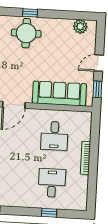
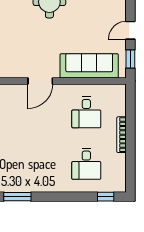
desk: (52, 183) -> (86, 164), turned 180
window: (49, 213) -> (106, 197), moved

